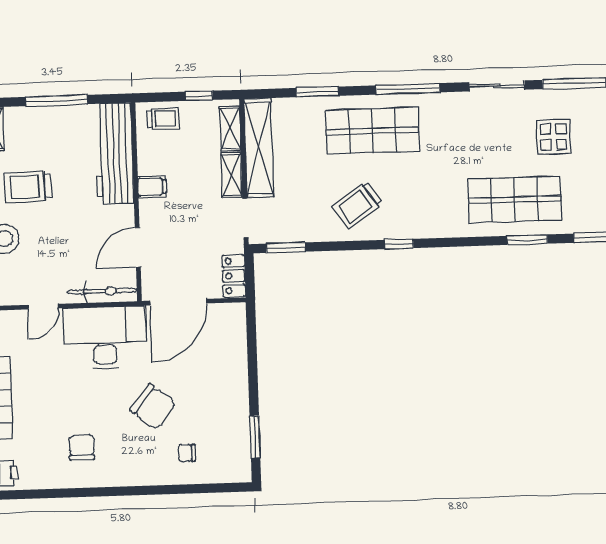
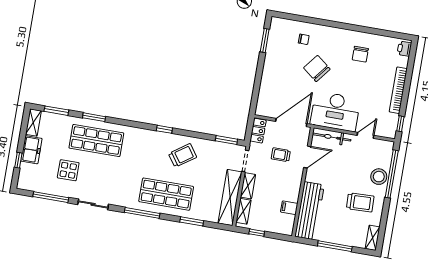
trolley: (163, 119) -> (281, 155), moved
filing cabinet: (152, 187) -> (289, 208), moved

